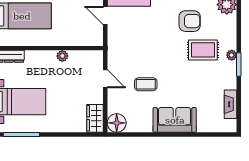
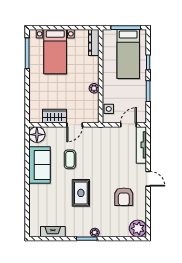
side table: (87, 39) -> (109, 109), added
rug: (203, 50) -> (81, 193), moved
wardrobe: (95, 118) -> (54, 116), moved
sofa: (175, 120) -> (40, 165), moved

